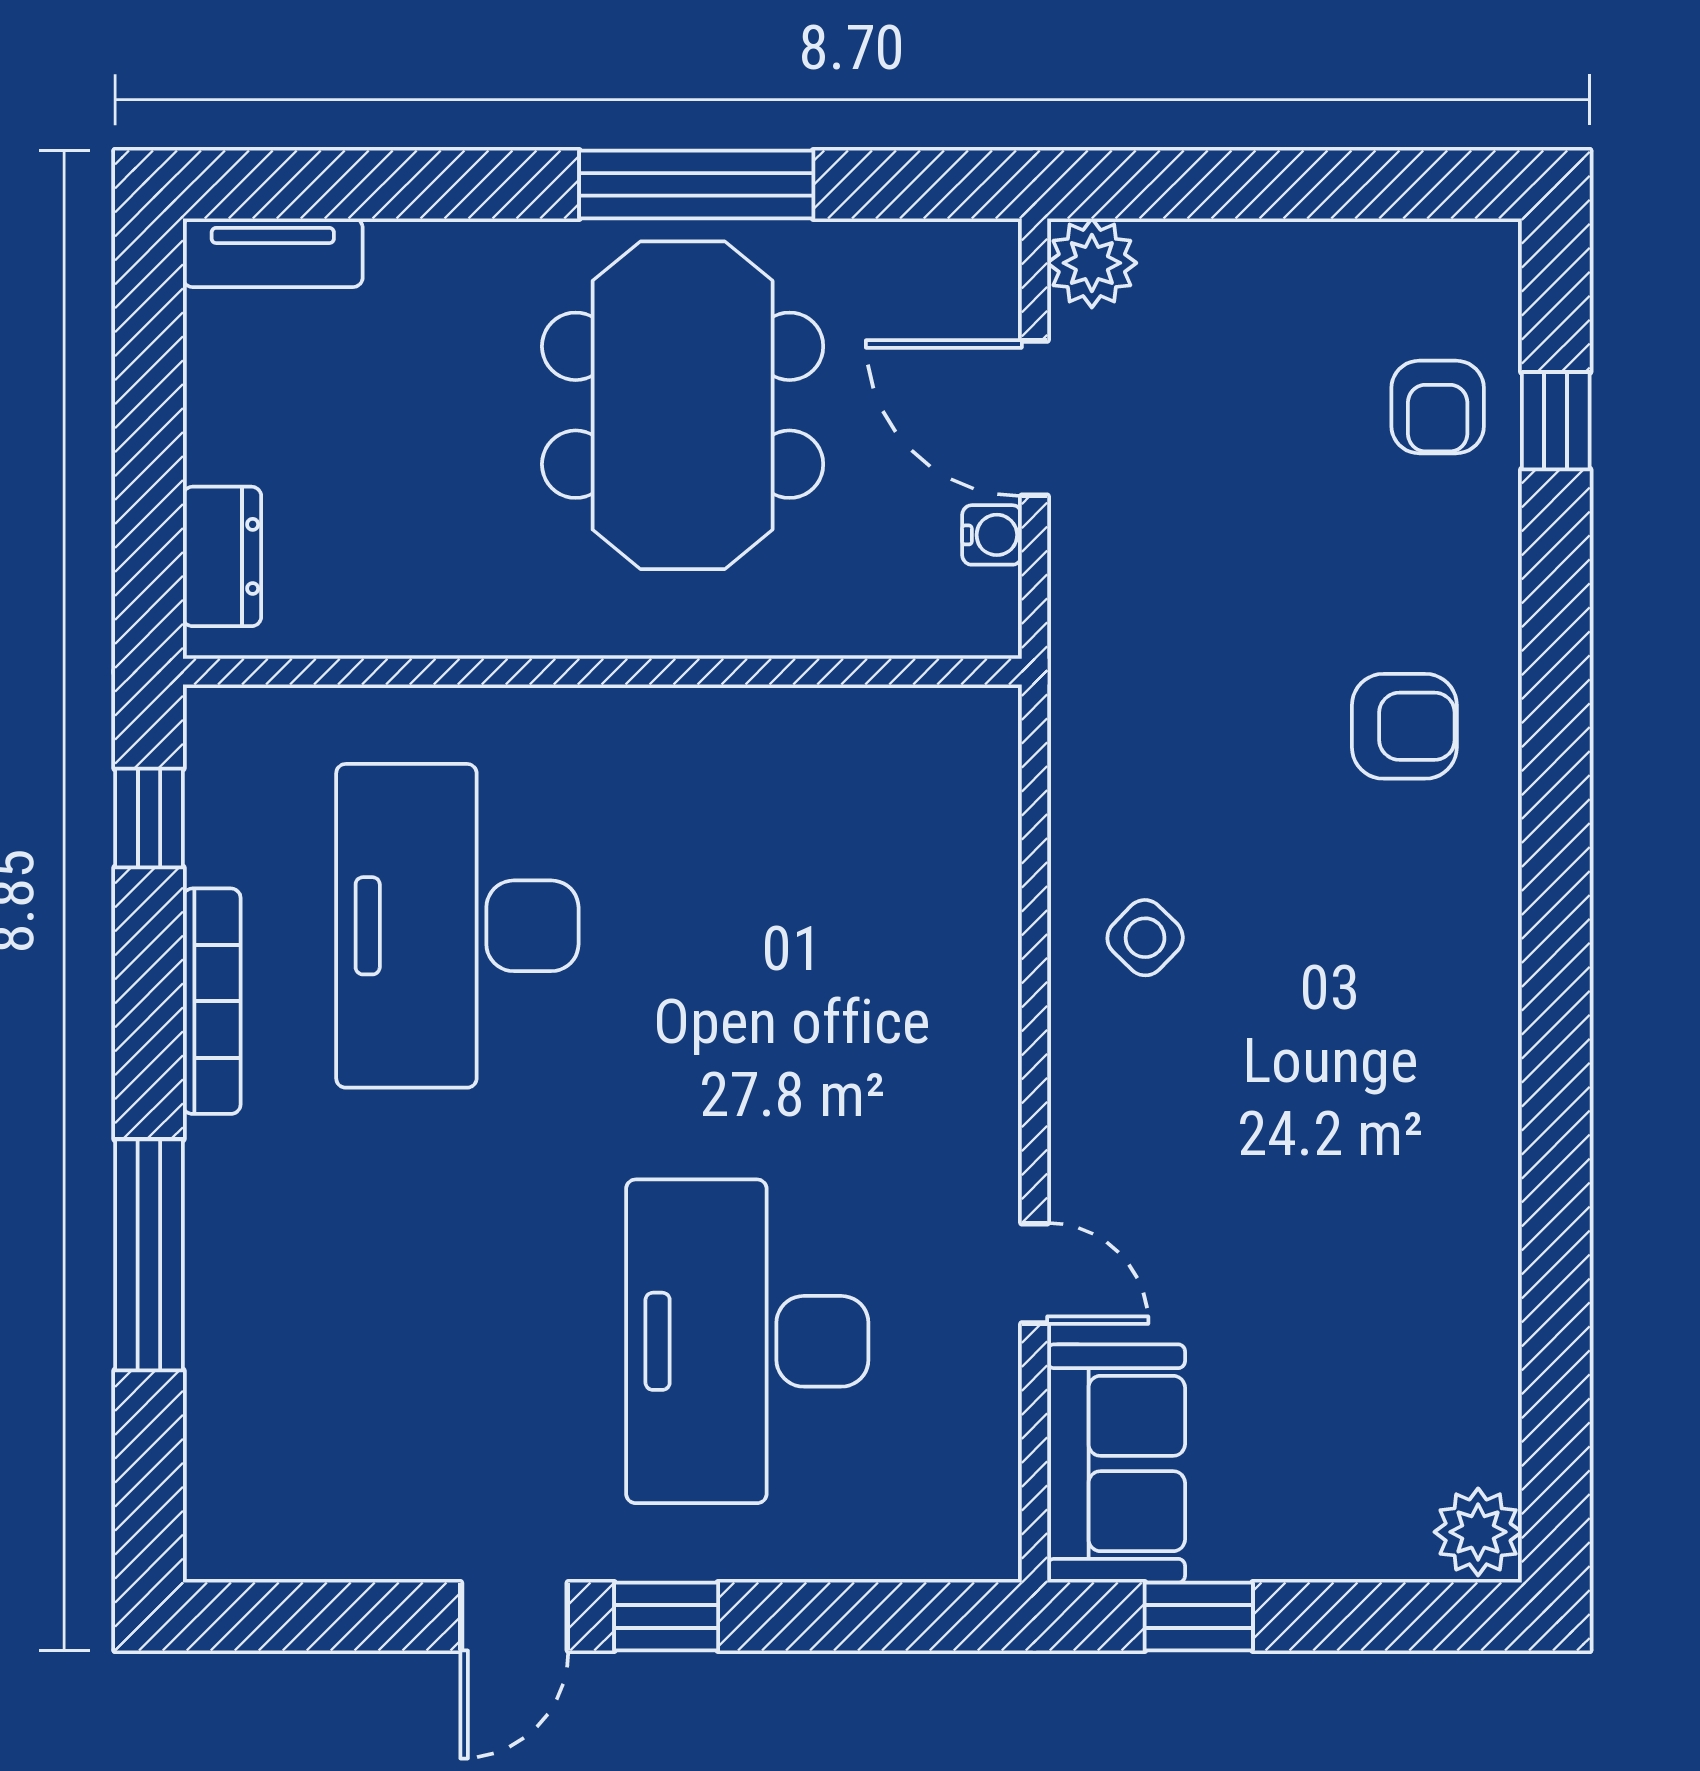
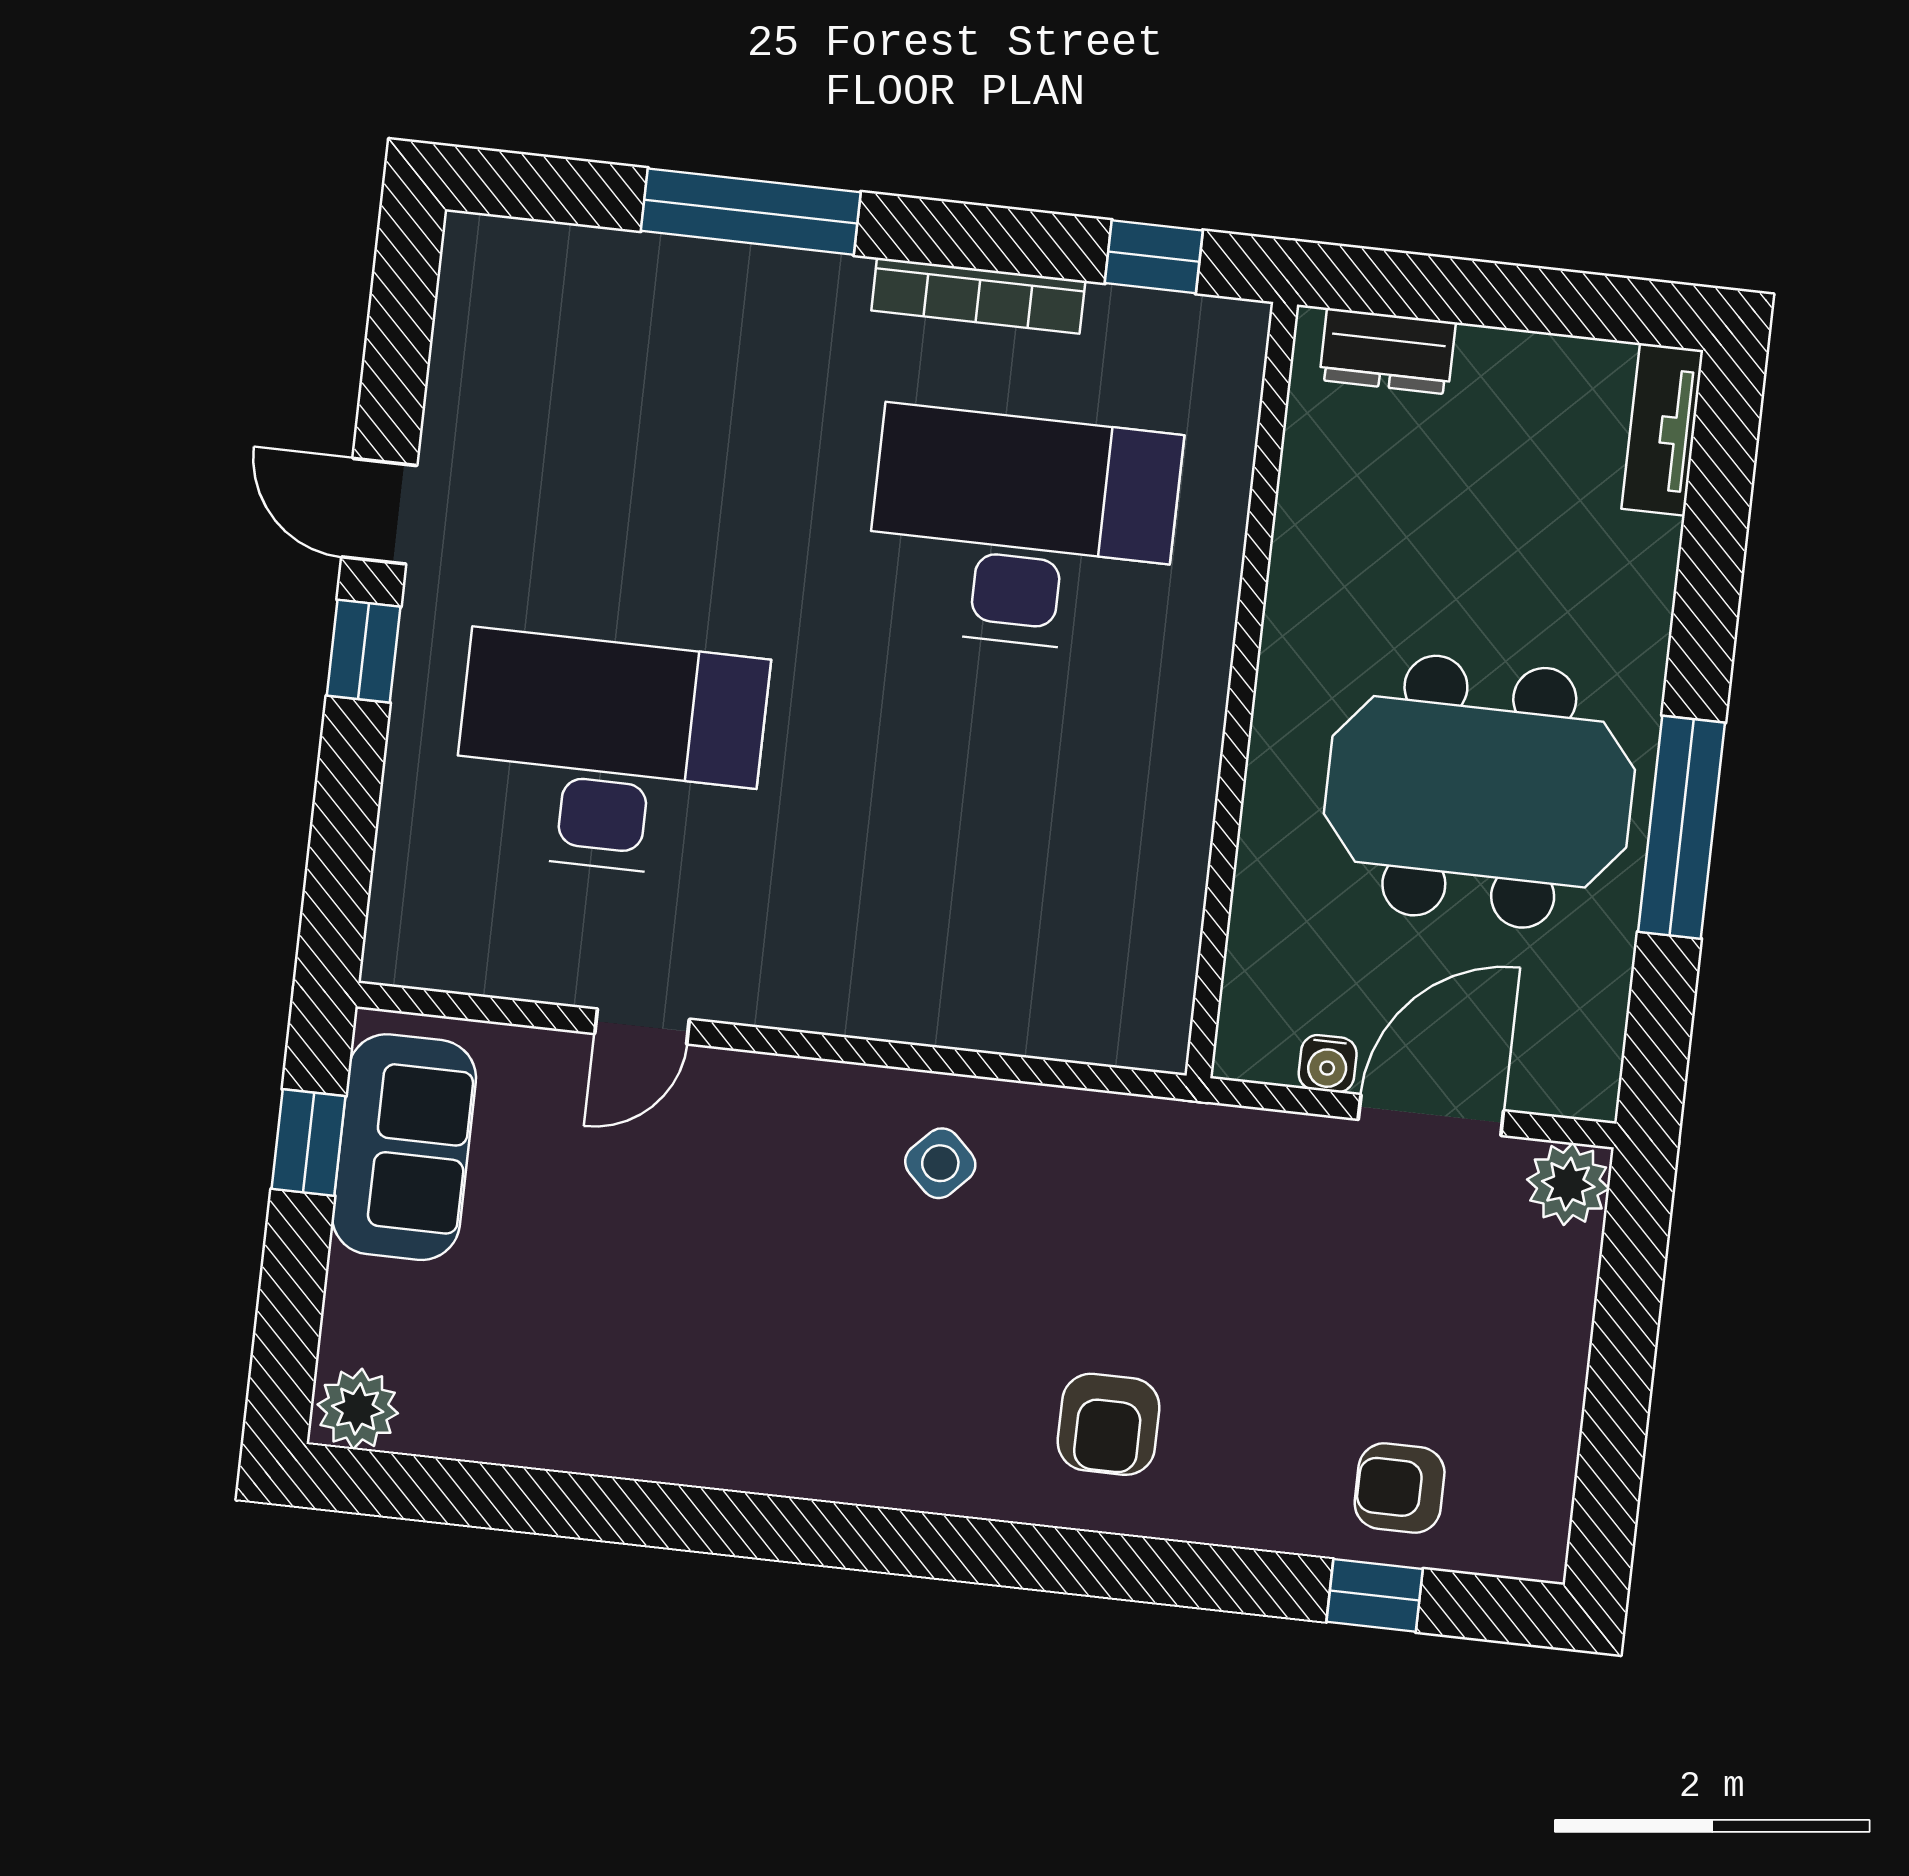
sofa: (1116, 1463) -> (404, 1147), moved, turned -90

